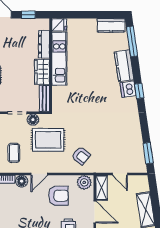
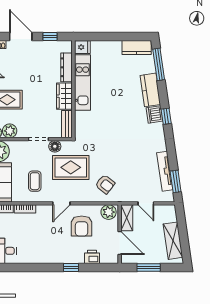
tv unit: (138, 143) -> (165, 171), added
floor lamp: (22, 181) -> (43, 211), removed
armchair: (58, 196) -> (82, 226), turned 90

